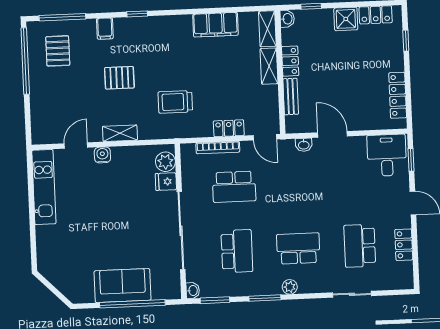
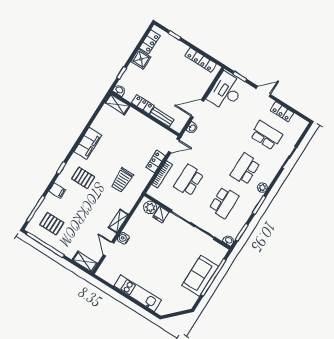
filing cabinet: (215, 25) -> (88, 143), moved
shelving: (269, 66) -> (85, 262), moved
pallet: (119, 78) -> (83, 178), moved, turned 90
desk: (387, 155) -> (226, 92), width x1.37
kitchen unit: (44, 187) -> (138, 293), moved
school desk: (234, 187) -> (189, 180), turned 180
school desk: (360, 246) -> (266, 135), turned 180
school desk: (237, 251) -> (224, 202), turned 90

